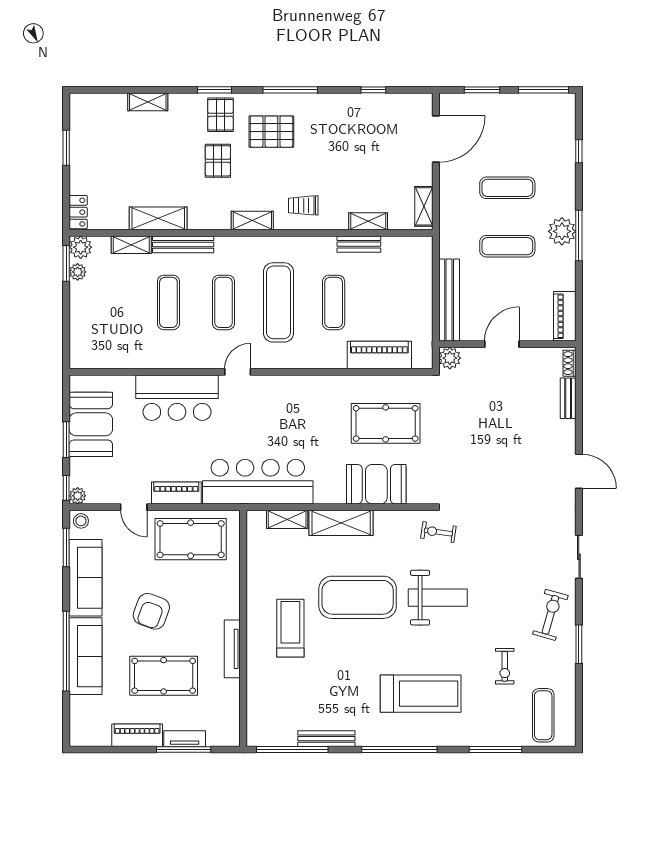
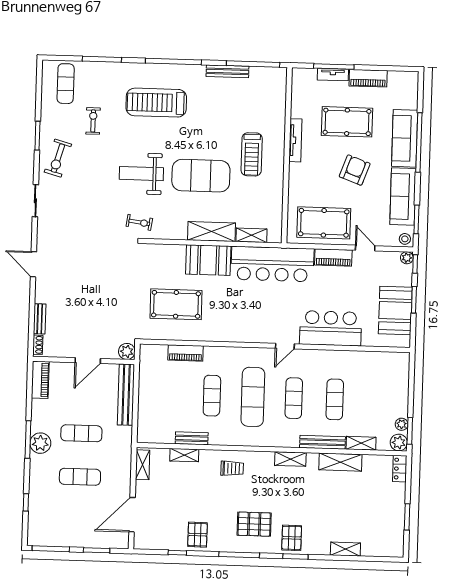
pallet: (218, 161) -> (198, 535), moved
shelving: (252, 221) -> (290, 459), moved
piano: (379, 355) -> (186, 353), width x0.73, depth x0.75
booth: (376, 484) -> (208, 260), moved

